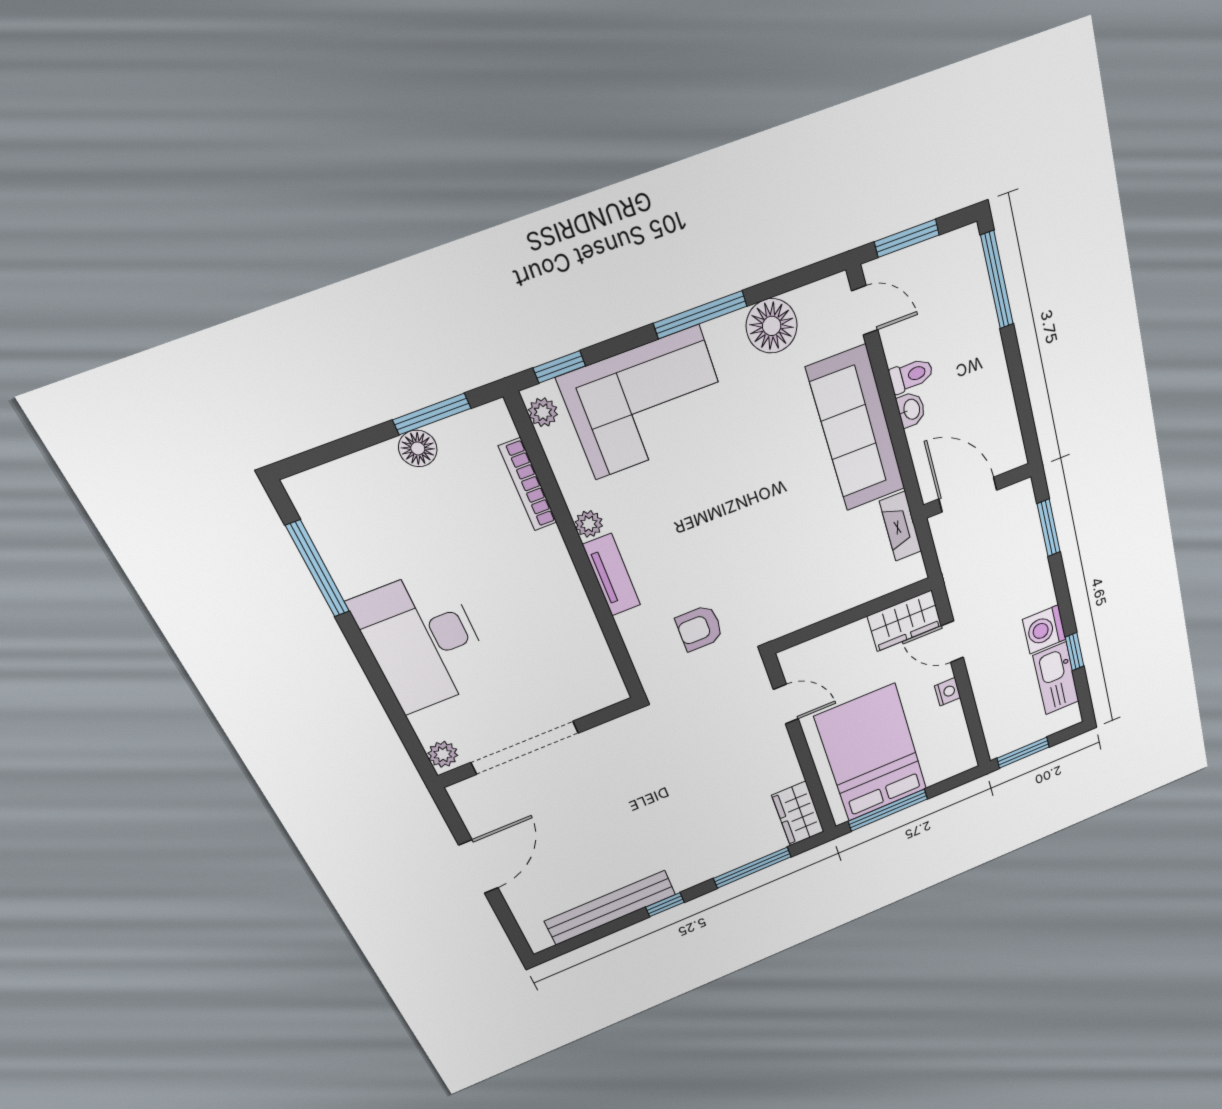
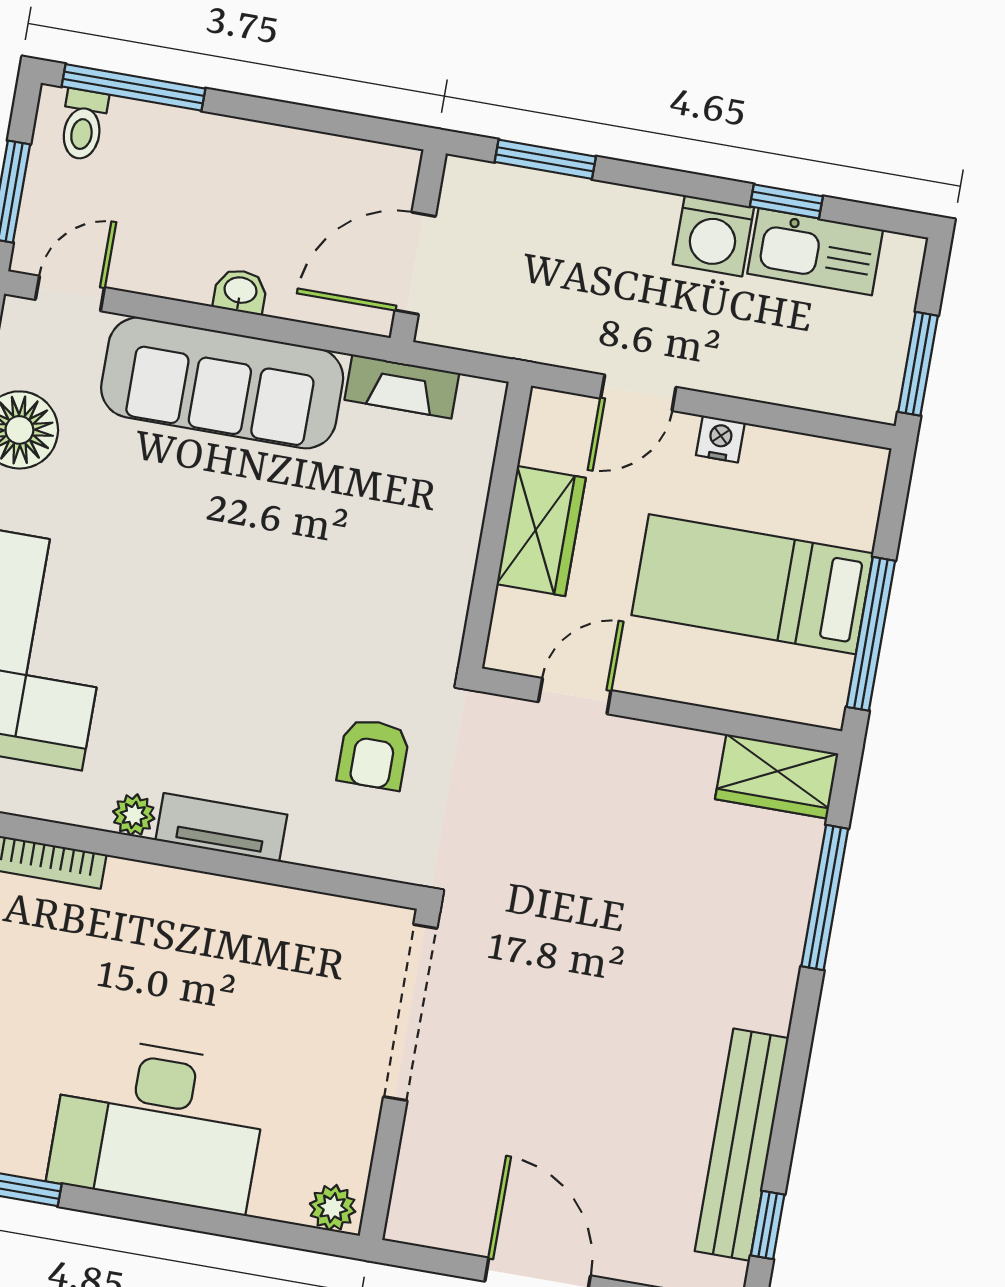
toilet: (911, 375) -> (83, 125), moved, turned 180
wardrobe: (904, 621) -> (541, 531), moved
doorway: (525, 748) -> (410, 1012), moved
bed: (871, 753) -> (752, 584), width x0.67
window: (665, 905) -> (768, 1225), moved

